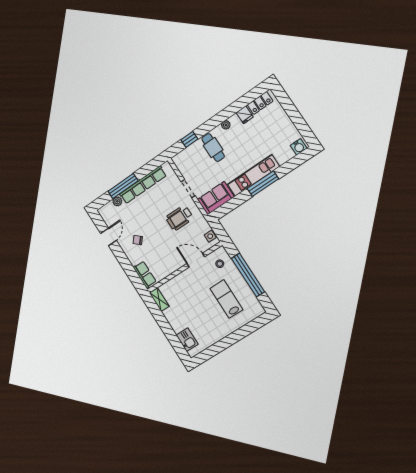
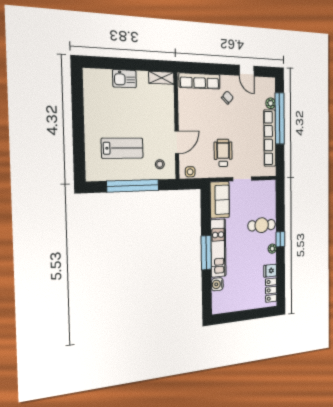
window: (189, 139) -> (280, 239), moved
water cooler: (299, 147) -> (217, 284), moved
window: (123, 186) -> (280, 119), width x1.46
row of seats: (145, 275) -> (200, 81), width x1.48
kitchen sink: (187, 340) -> (124, 79), moved

